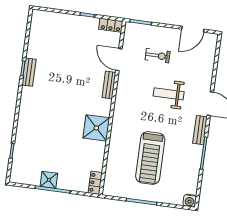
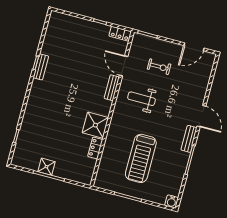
weight bench: (169, 94) -> (141, 99), moved
locker: (95, 183) -> (95, 148), moved

